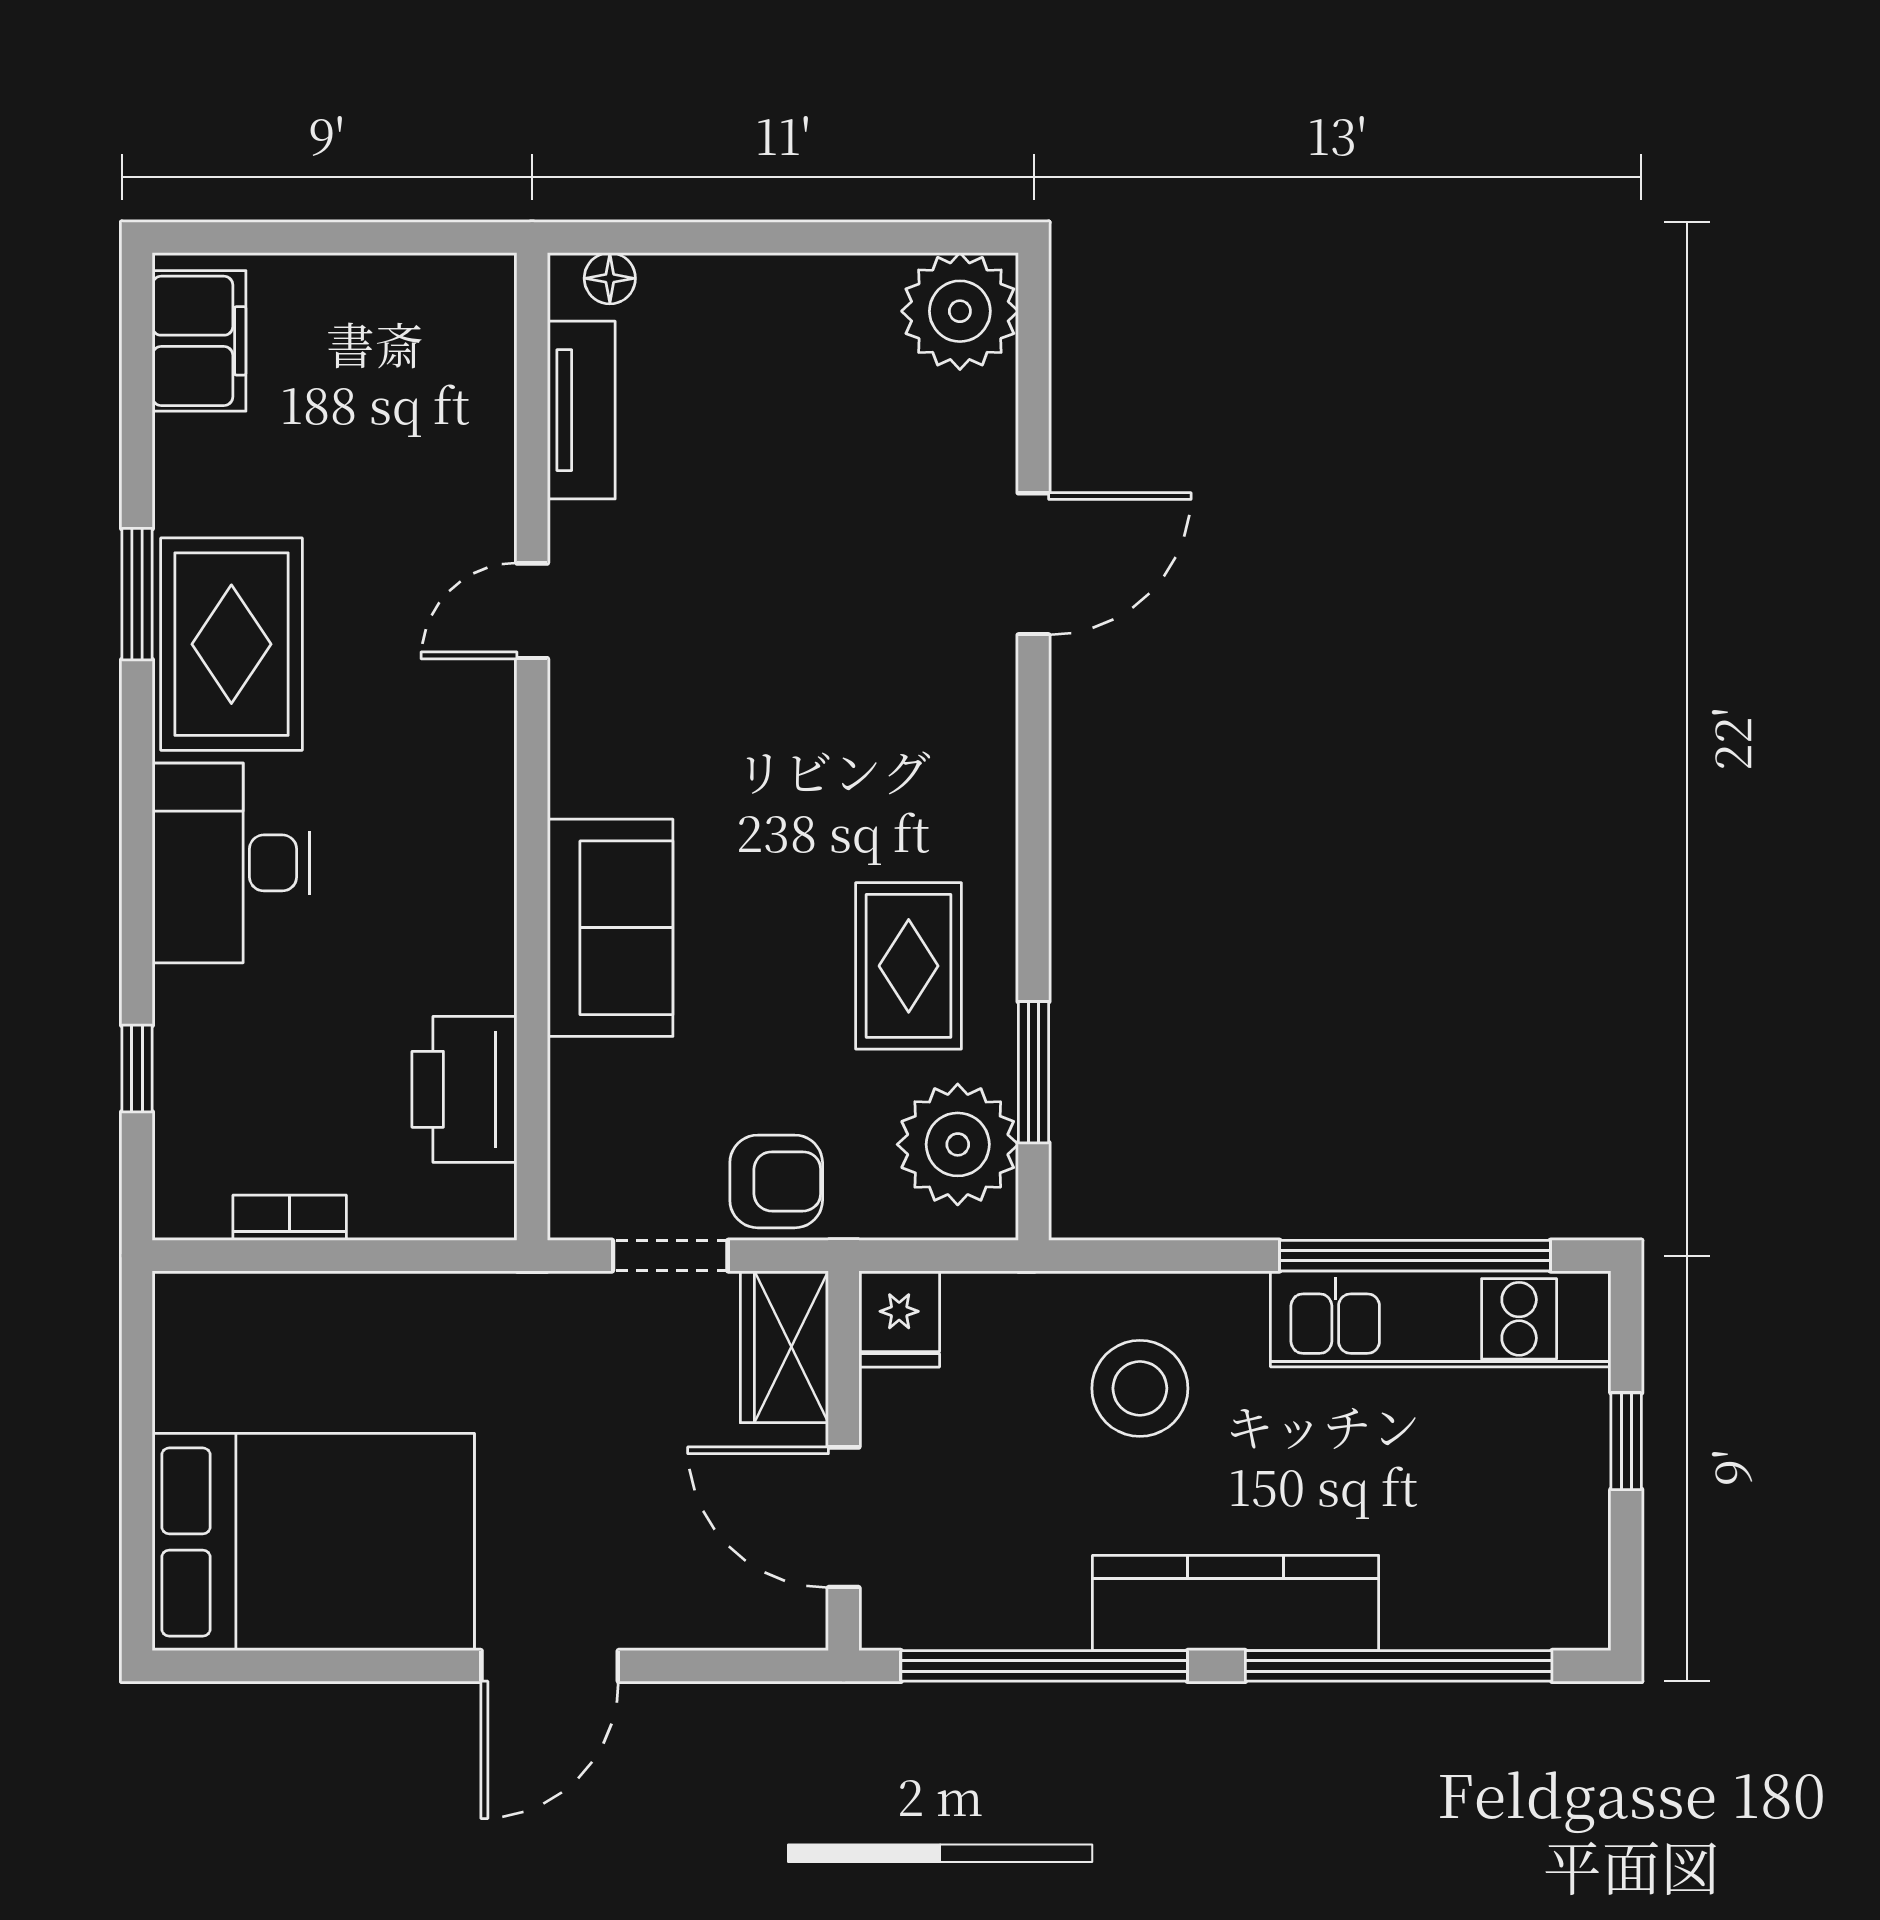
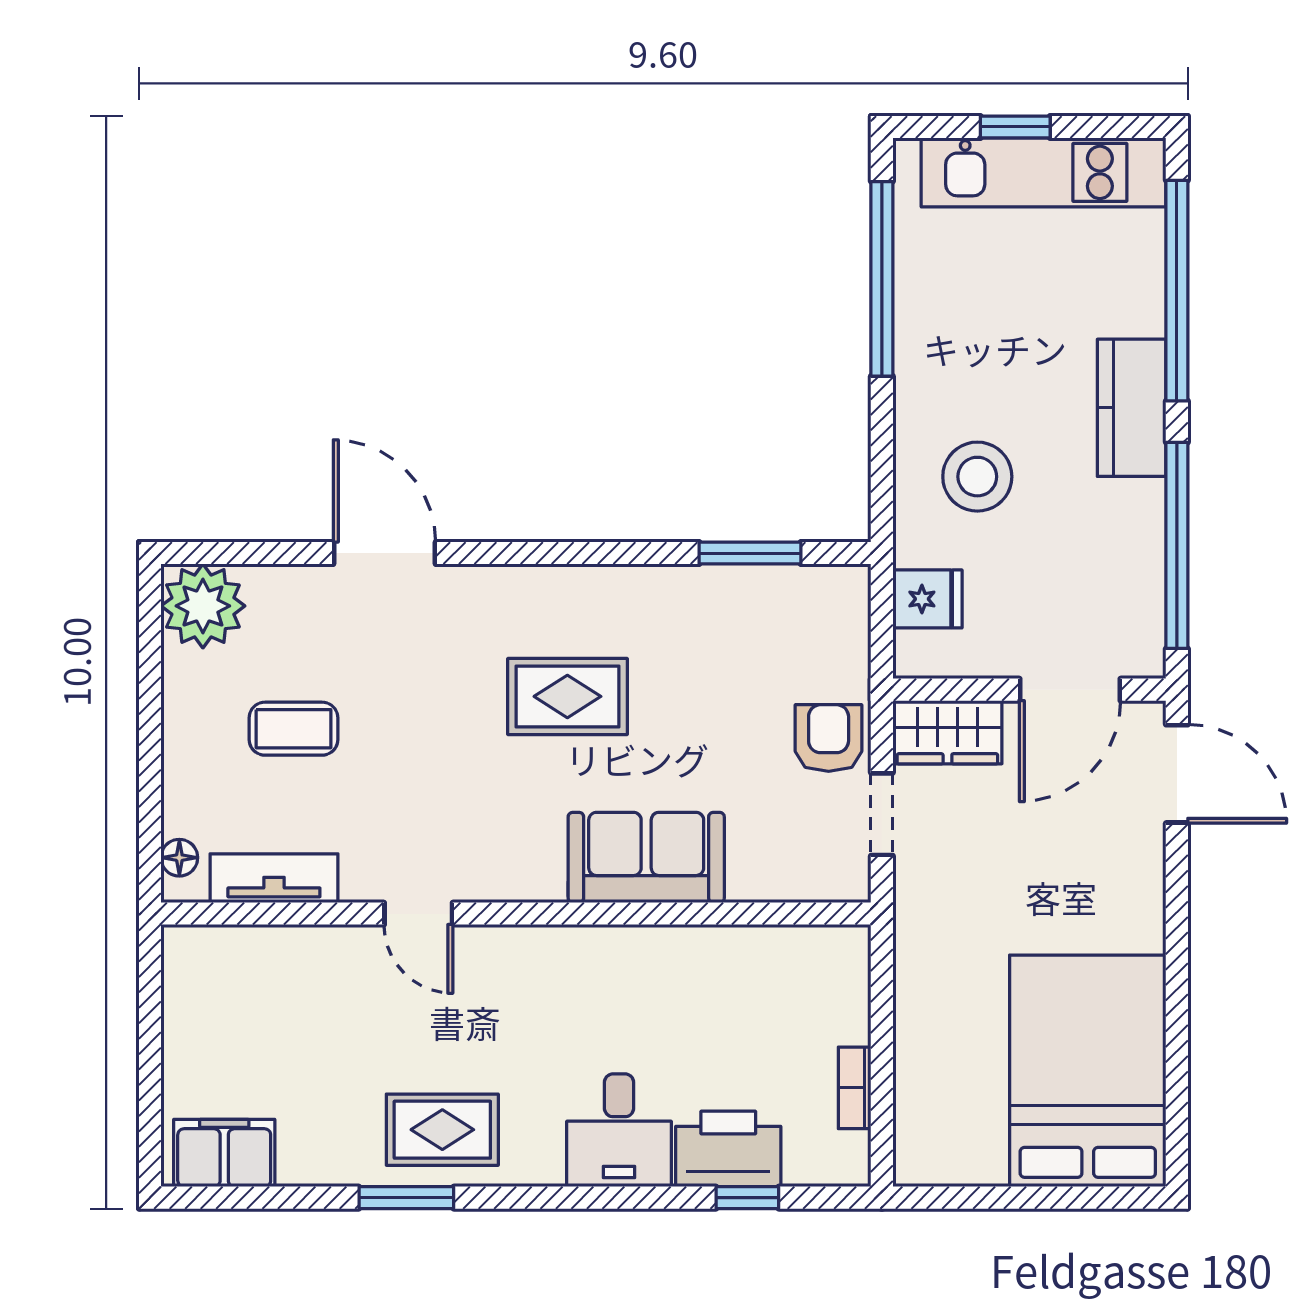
coffee table: (789, 437) -> (293, 729), added
rug: (231, 644) -> (442, 1130), width x0.73, depth x0.70
desk: (231, 863) -> (619, 1130), width x0.73
rug: (909, 966) -> (567, 696), moved
printer: (464, 1089) -> (728, 1149), moved, turned 180
plant: (958, 1144) -> (802, 608), removed
fridge: (899, 1319) -> (927, 599), moved
kitchen unit: (1441, 1319) -> (1044, 172), moved, turned 90
kitchen counter: (1236, 1603) -> (1132, 408), width x0.67
door: (550, 1666) -> (1177, 774), moved

